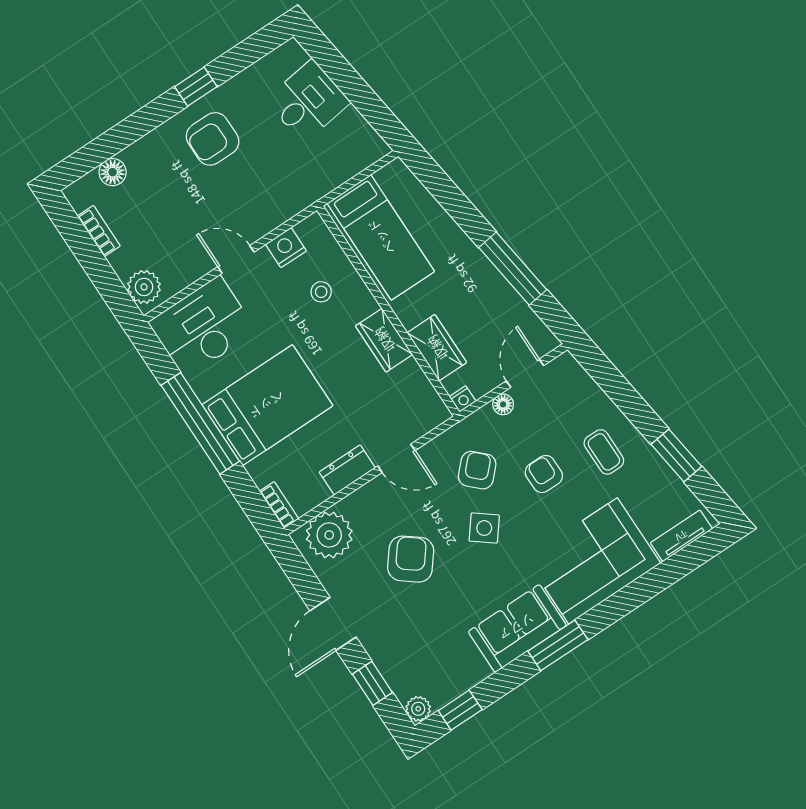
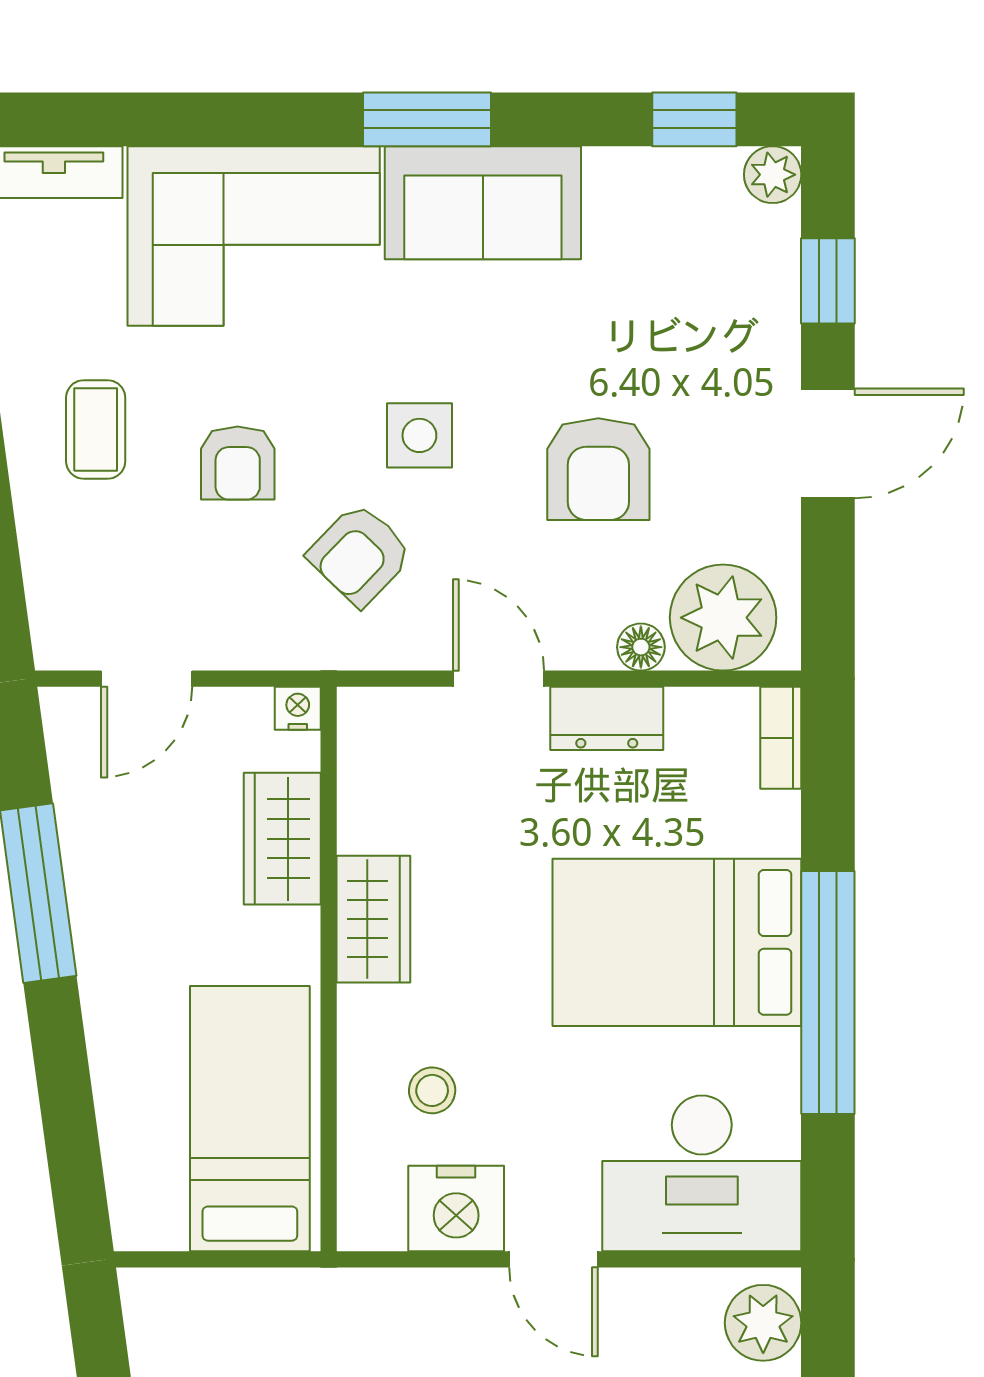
nightstand: (286, 248) -> (456, 1209), width x1.36, depth x1.33
floor lamp: (503, 404) -> (641, 647), moved
side table: (484, 528) -> (419, 435), turned -38
armchair: (411, 559) -> (598, 469), turned -38

